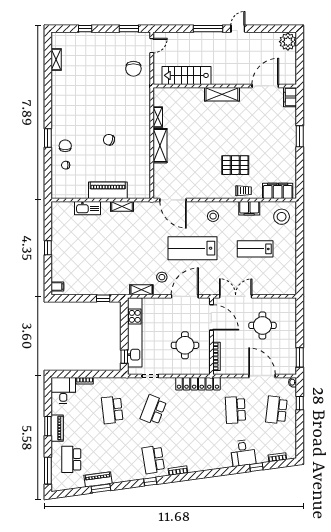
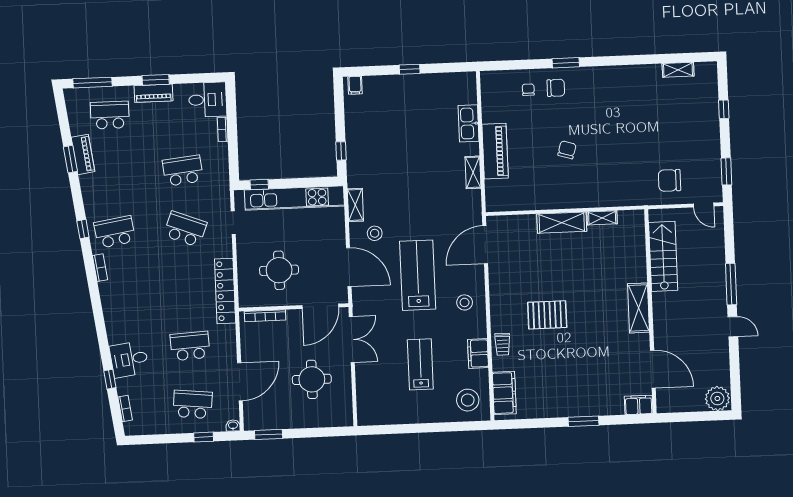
pallet: (235, 165) -> (547, 315), moved, turned 90

